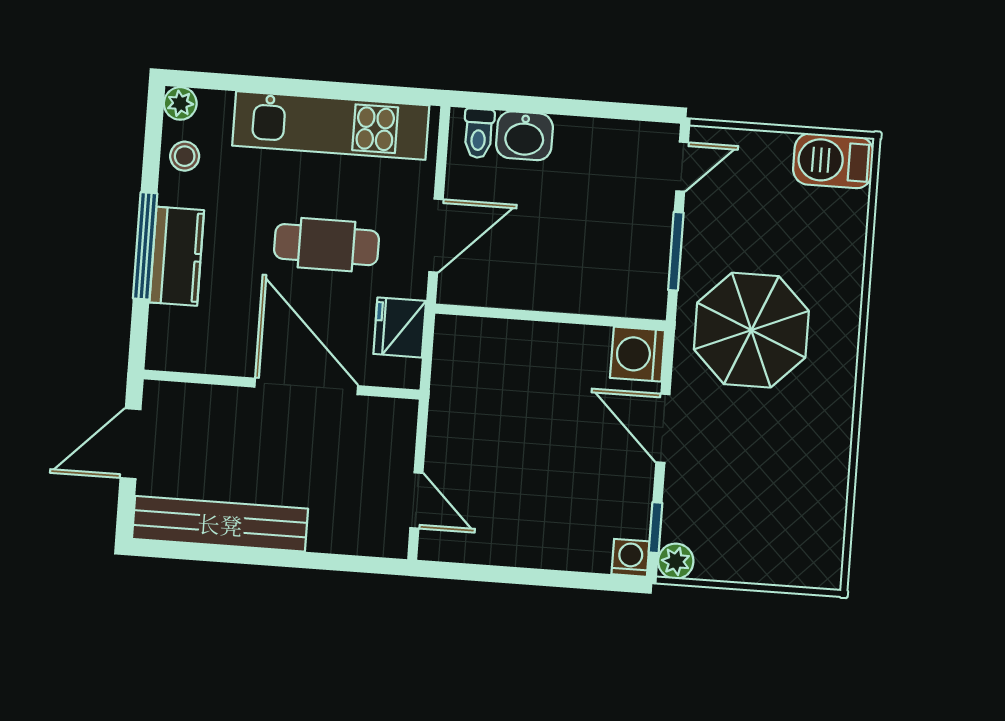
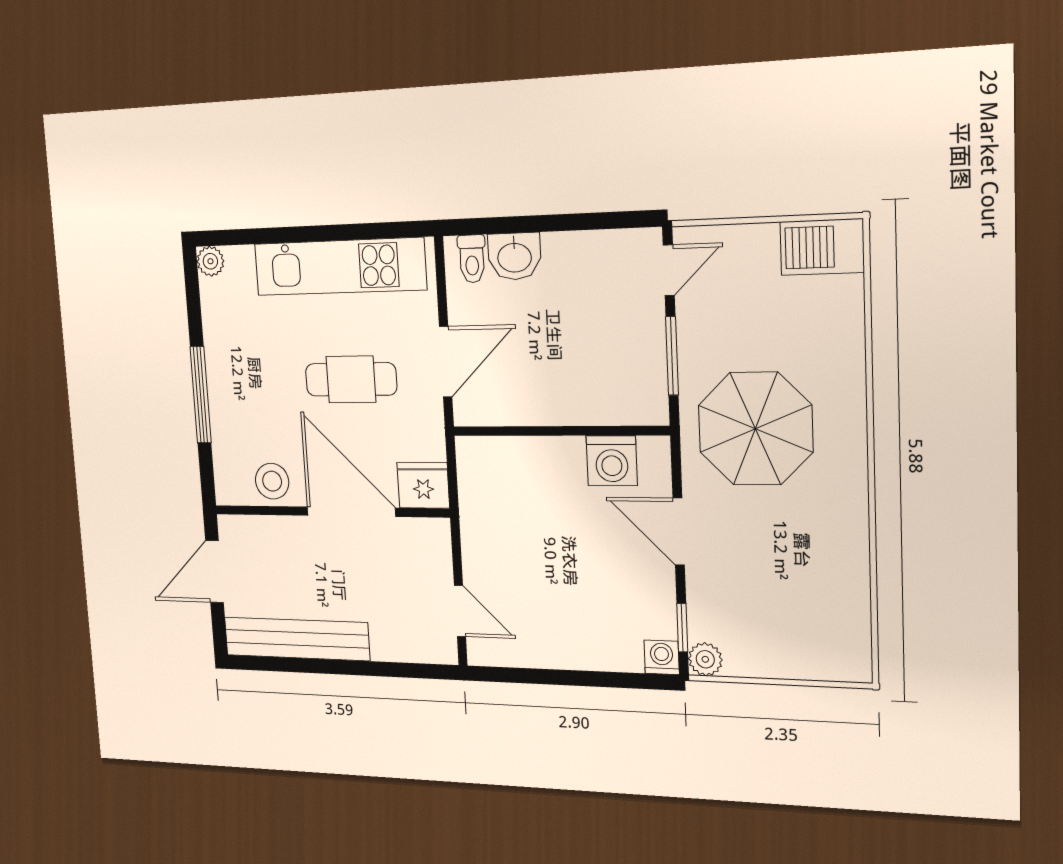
stool: (185, 156) -> (272, 481), moved, width x1.37, depth x1.37
kitchen counter: (177, 256) -> (227, 402), removed
fridge: (400, 327) -> (423, 485), moved, turned 90
washing machine: (638, 354) -> (612, 461), moved, turned -90

